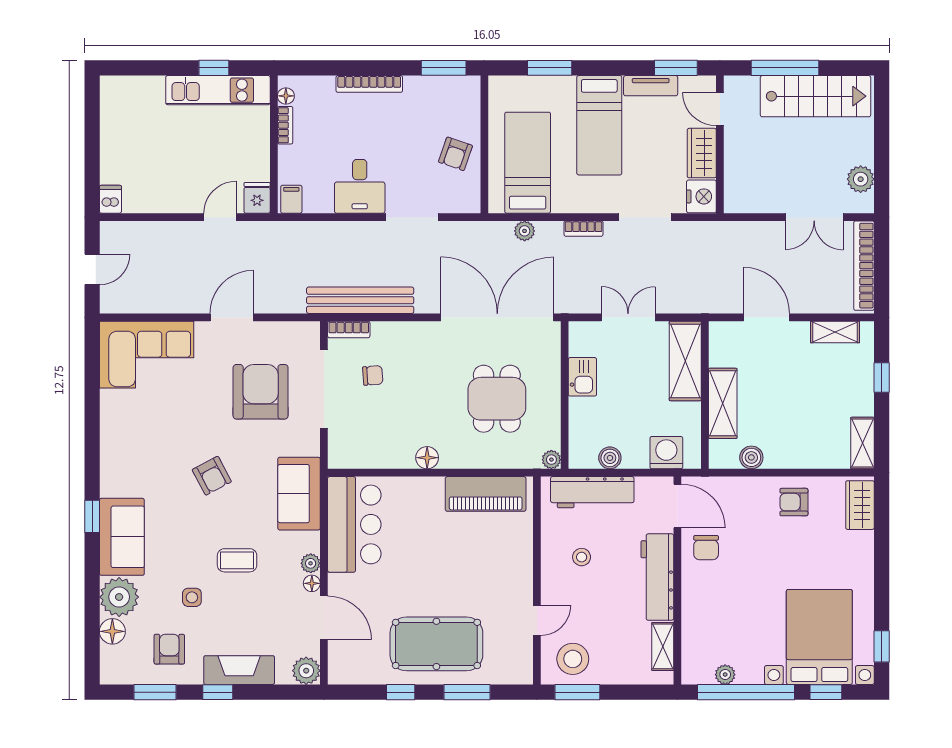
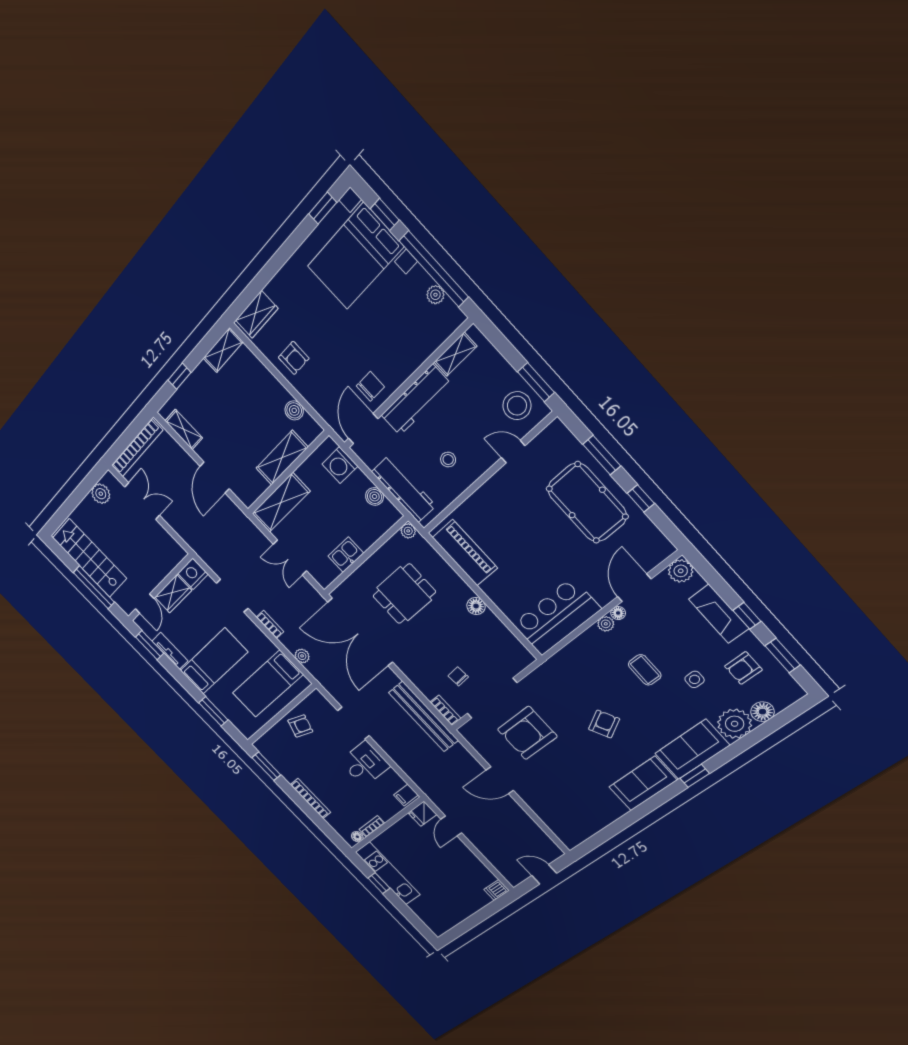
door: (220, 217) -> (451, 826), hinge flipped
corner sofa: (147, 355) -> (565, 812), removed
sofa: (299, 494) -> (643, 784), moved, turned 180

